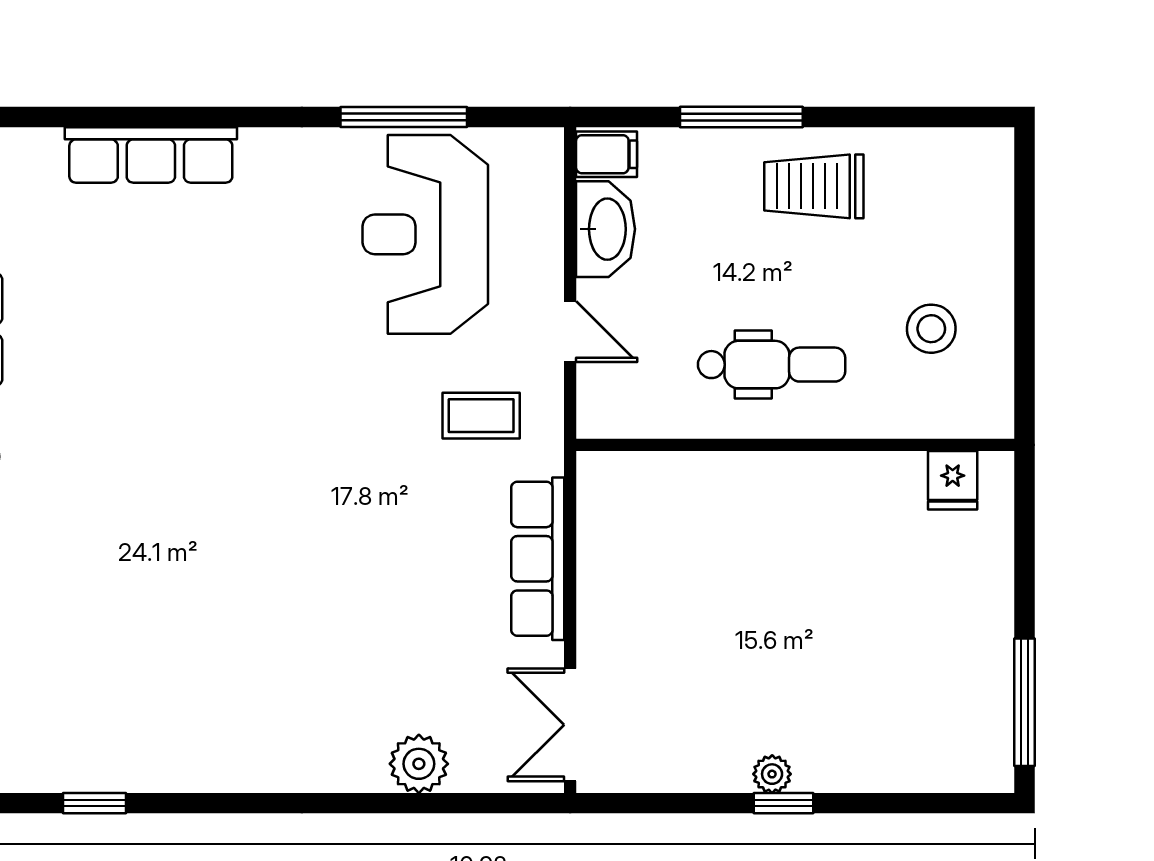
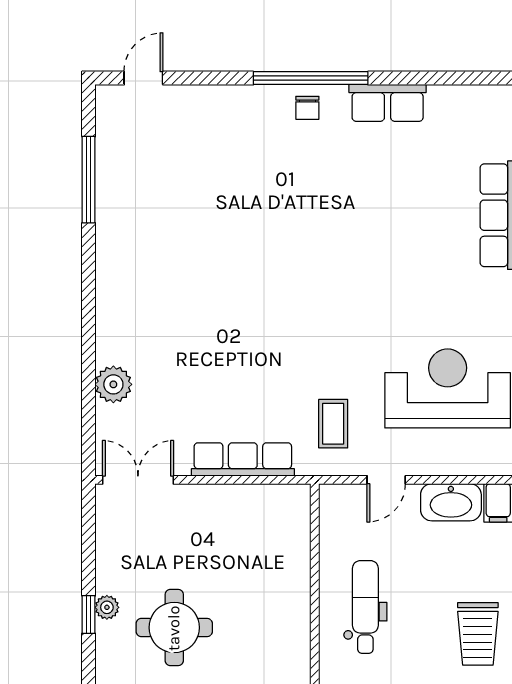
trolley: (814, 186) -> (478, 634), turned 180
dental chair: (772, 365) -> (365, 607), turned 180
round table: (804, 667) -> (174, 628), added
window: (94, 803) -> (89, 180), width x2.17

